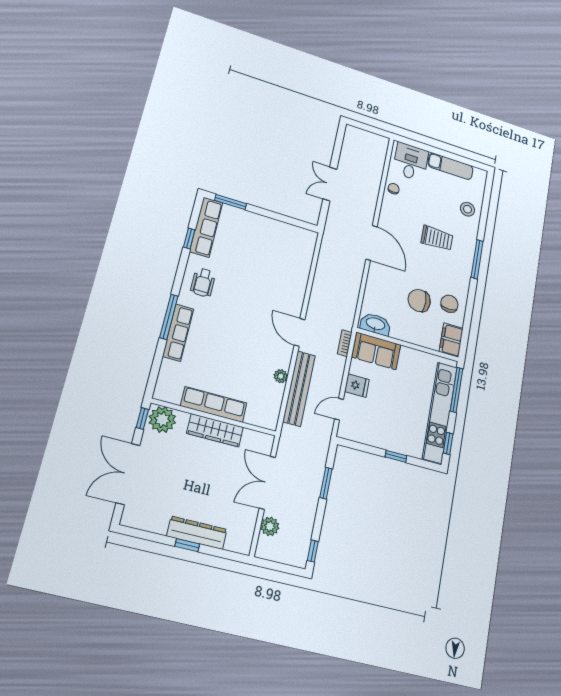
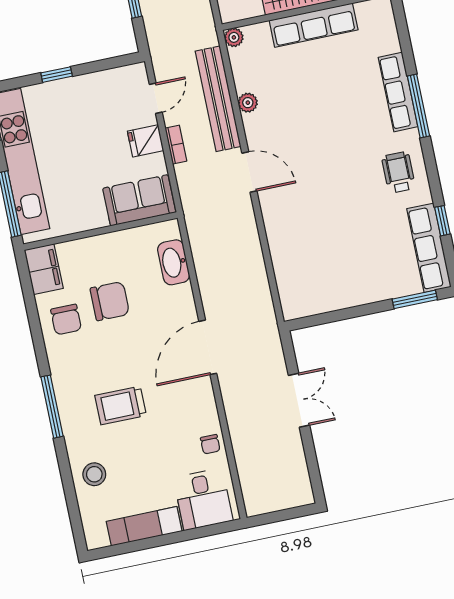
door: (371, 243) -> (208, 347), hinge flipped
washbasin: (375, 324) -> (174, 262), moved, turned 90
bookcase: (345, 343) -> (176, 145), moved
plant: (271, 423) -> (234, 37), added

